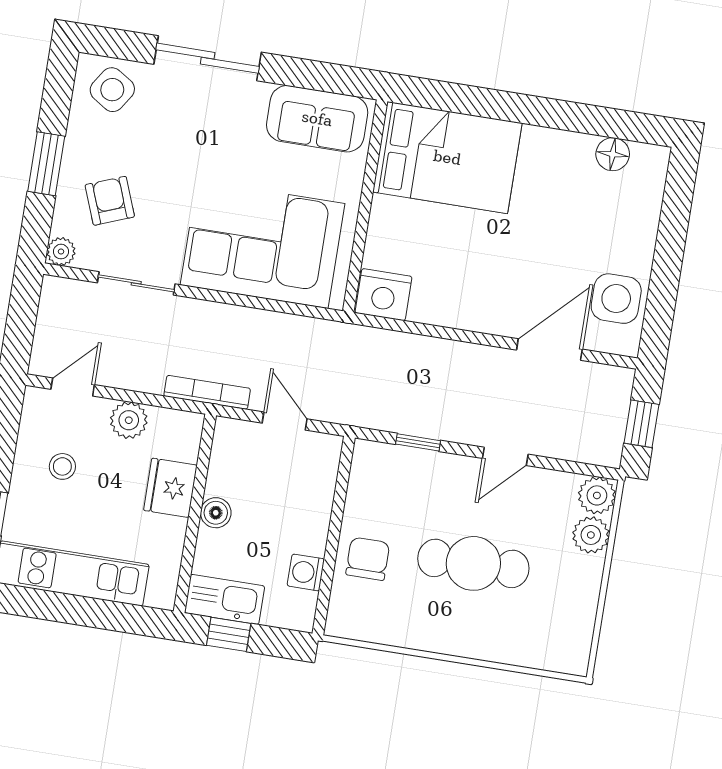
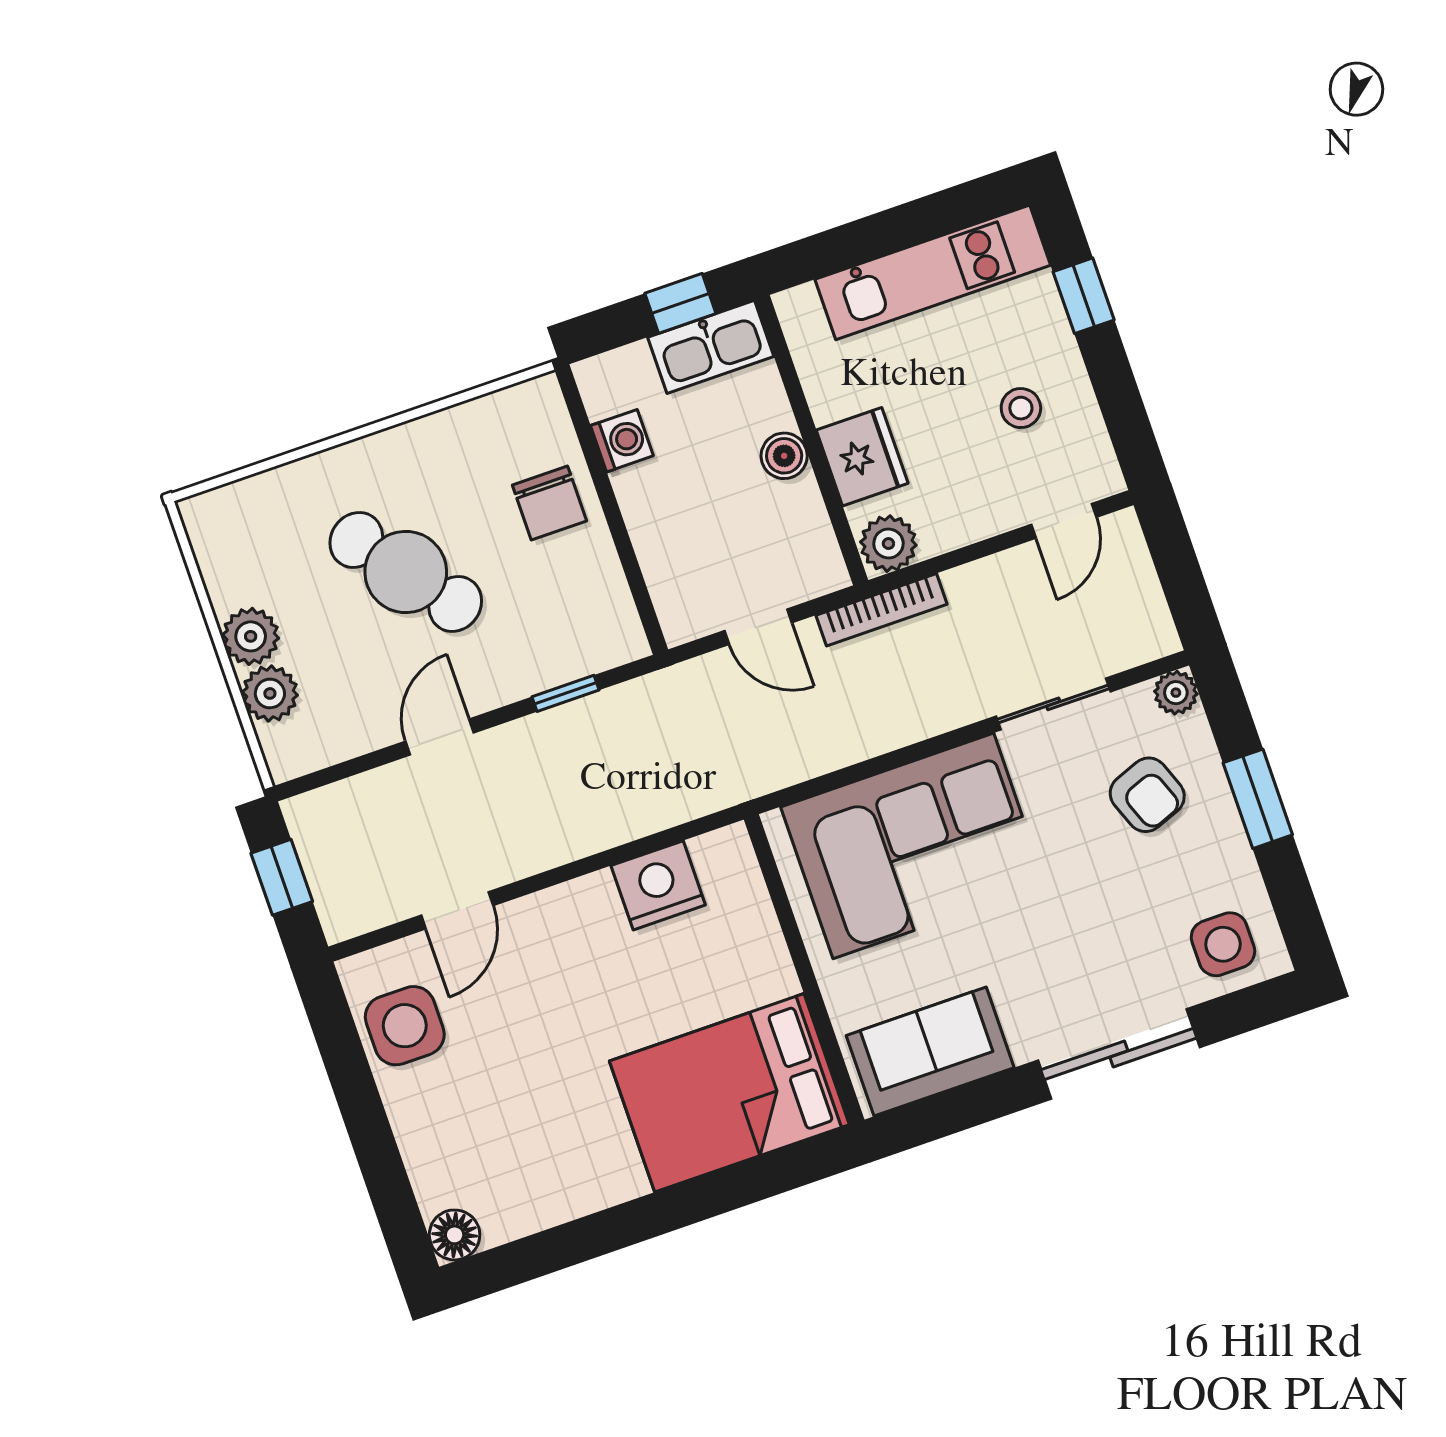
side table: (112, 90) -> (1223, 944), turned -33
floor lamp: (613, 154) -> (455, 1235), moved
nightstand: (383, 295) -> (658, 885), moved
door: (549, 350) -> (457, 910), width x0.73
plant: (129, 420) -> (888, 544), moved
plant: (597, 495) -> (251, 636), moved
cafe table: (473, 563) -> (406, 572), turned 53

